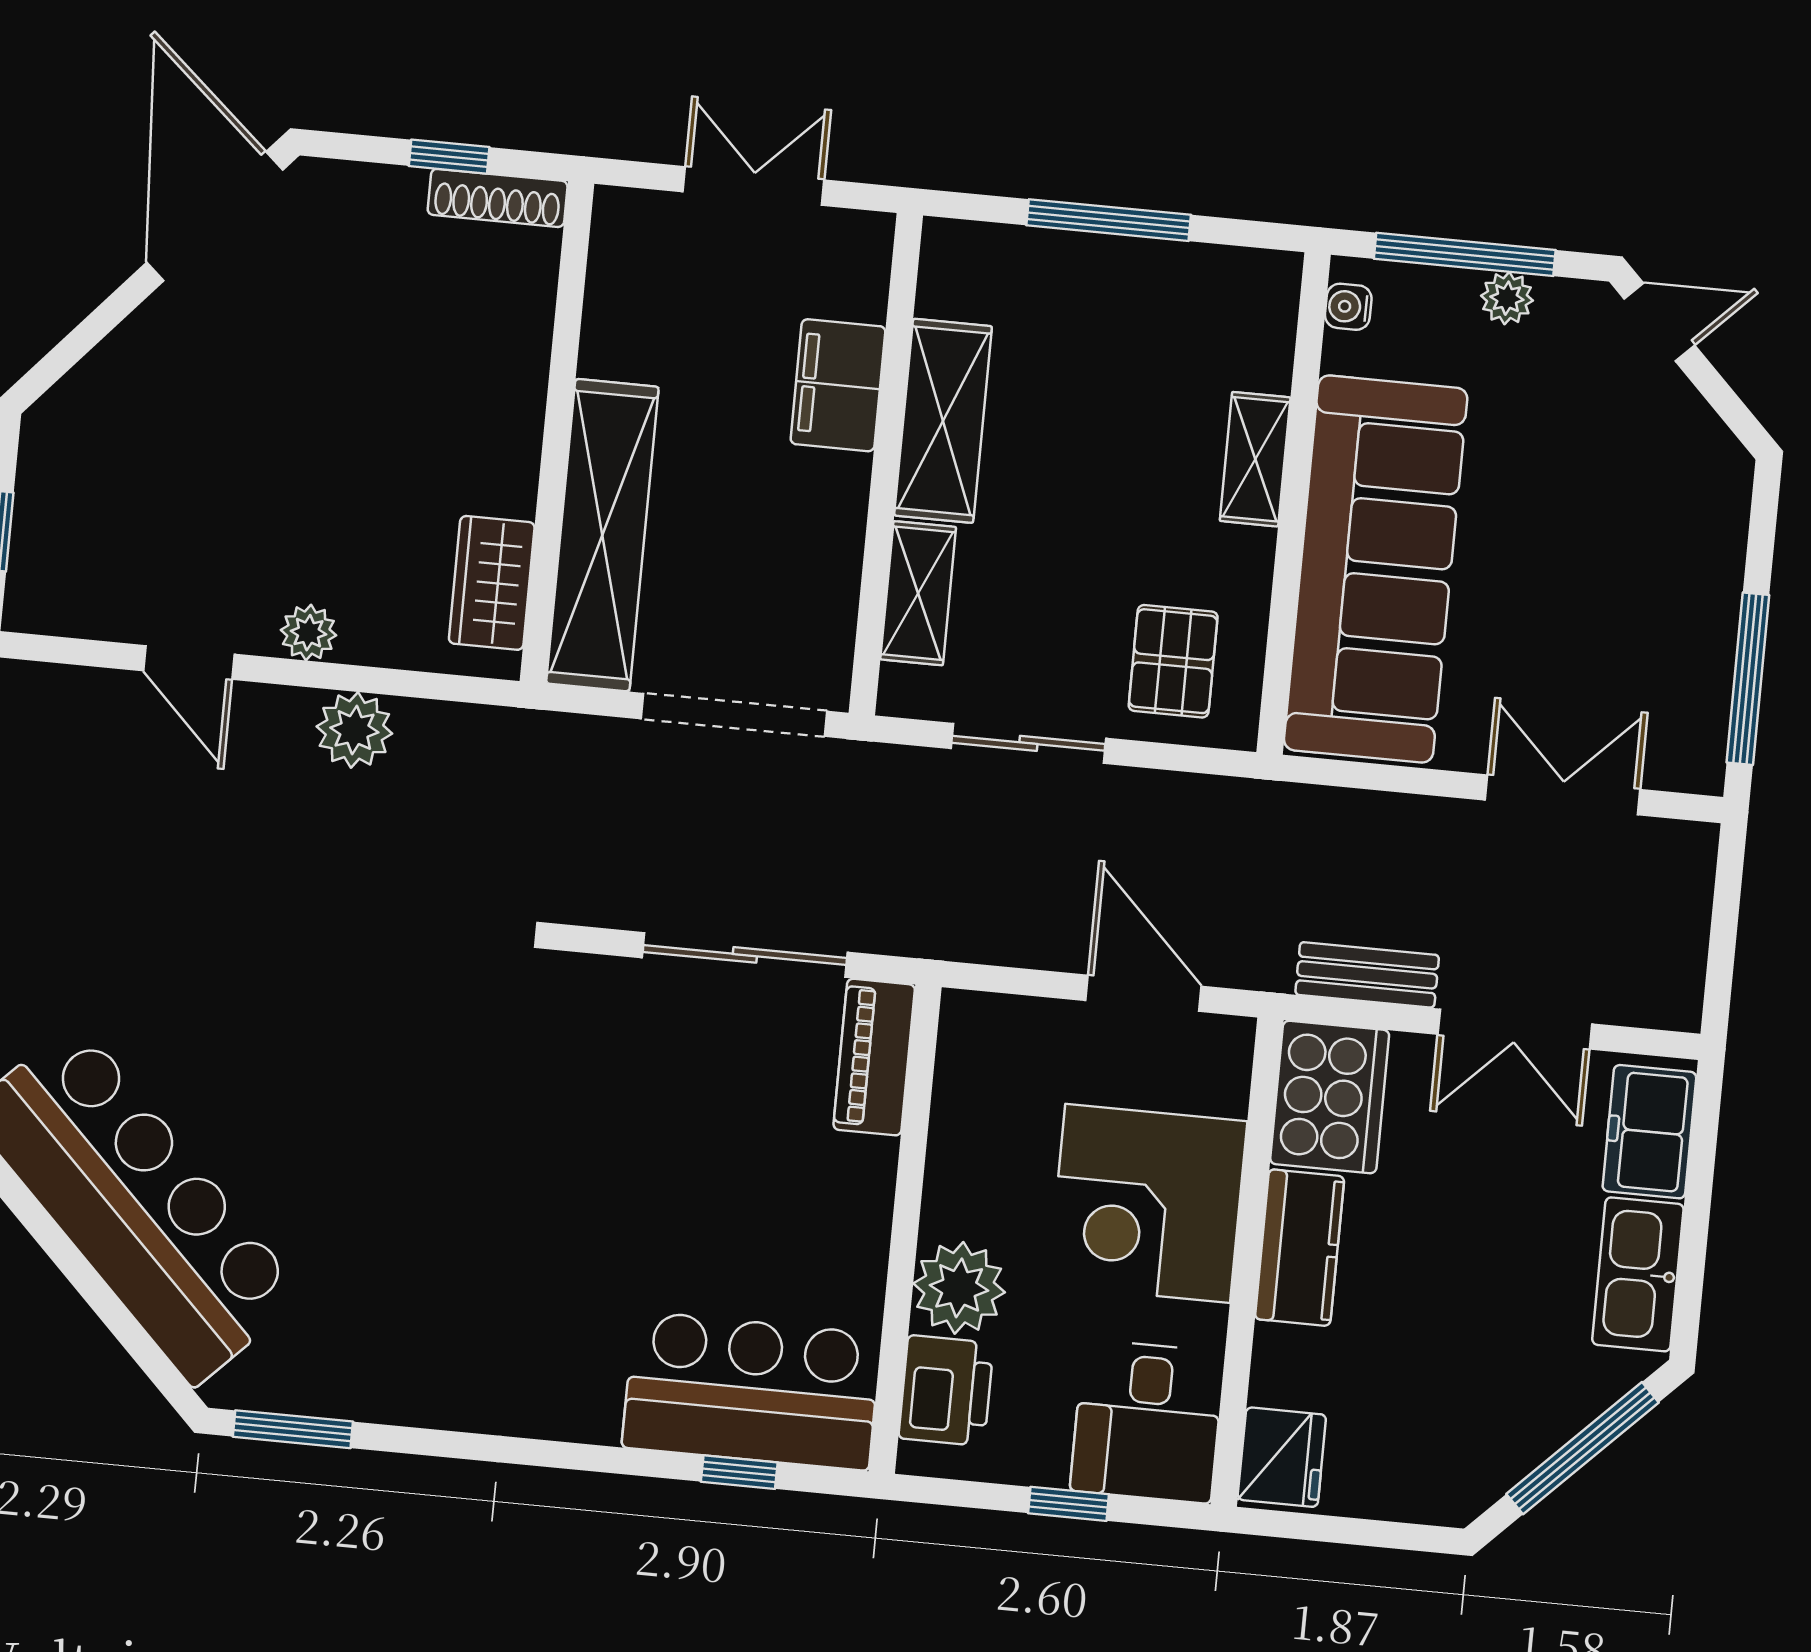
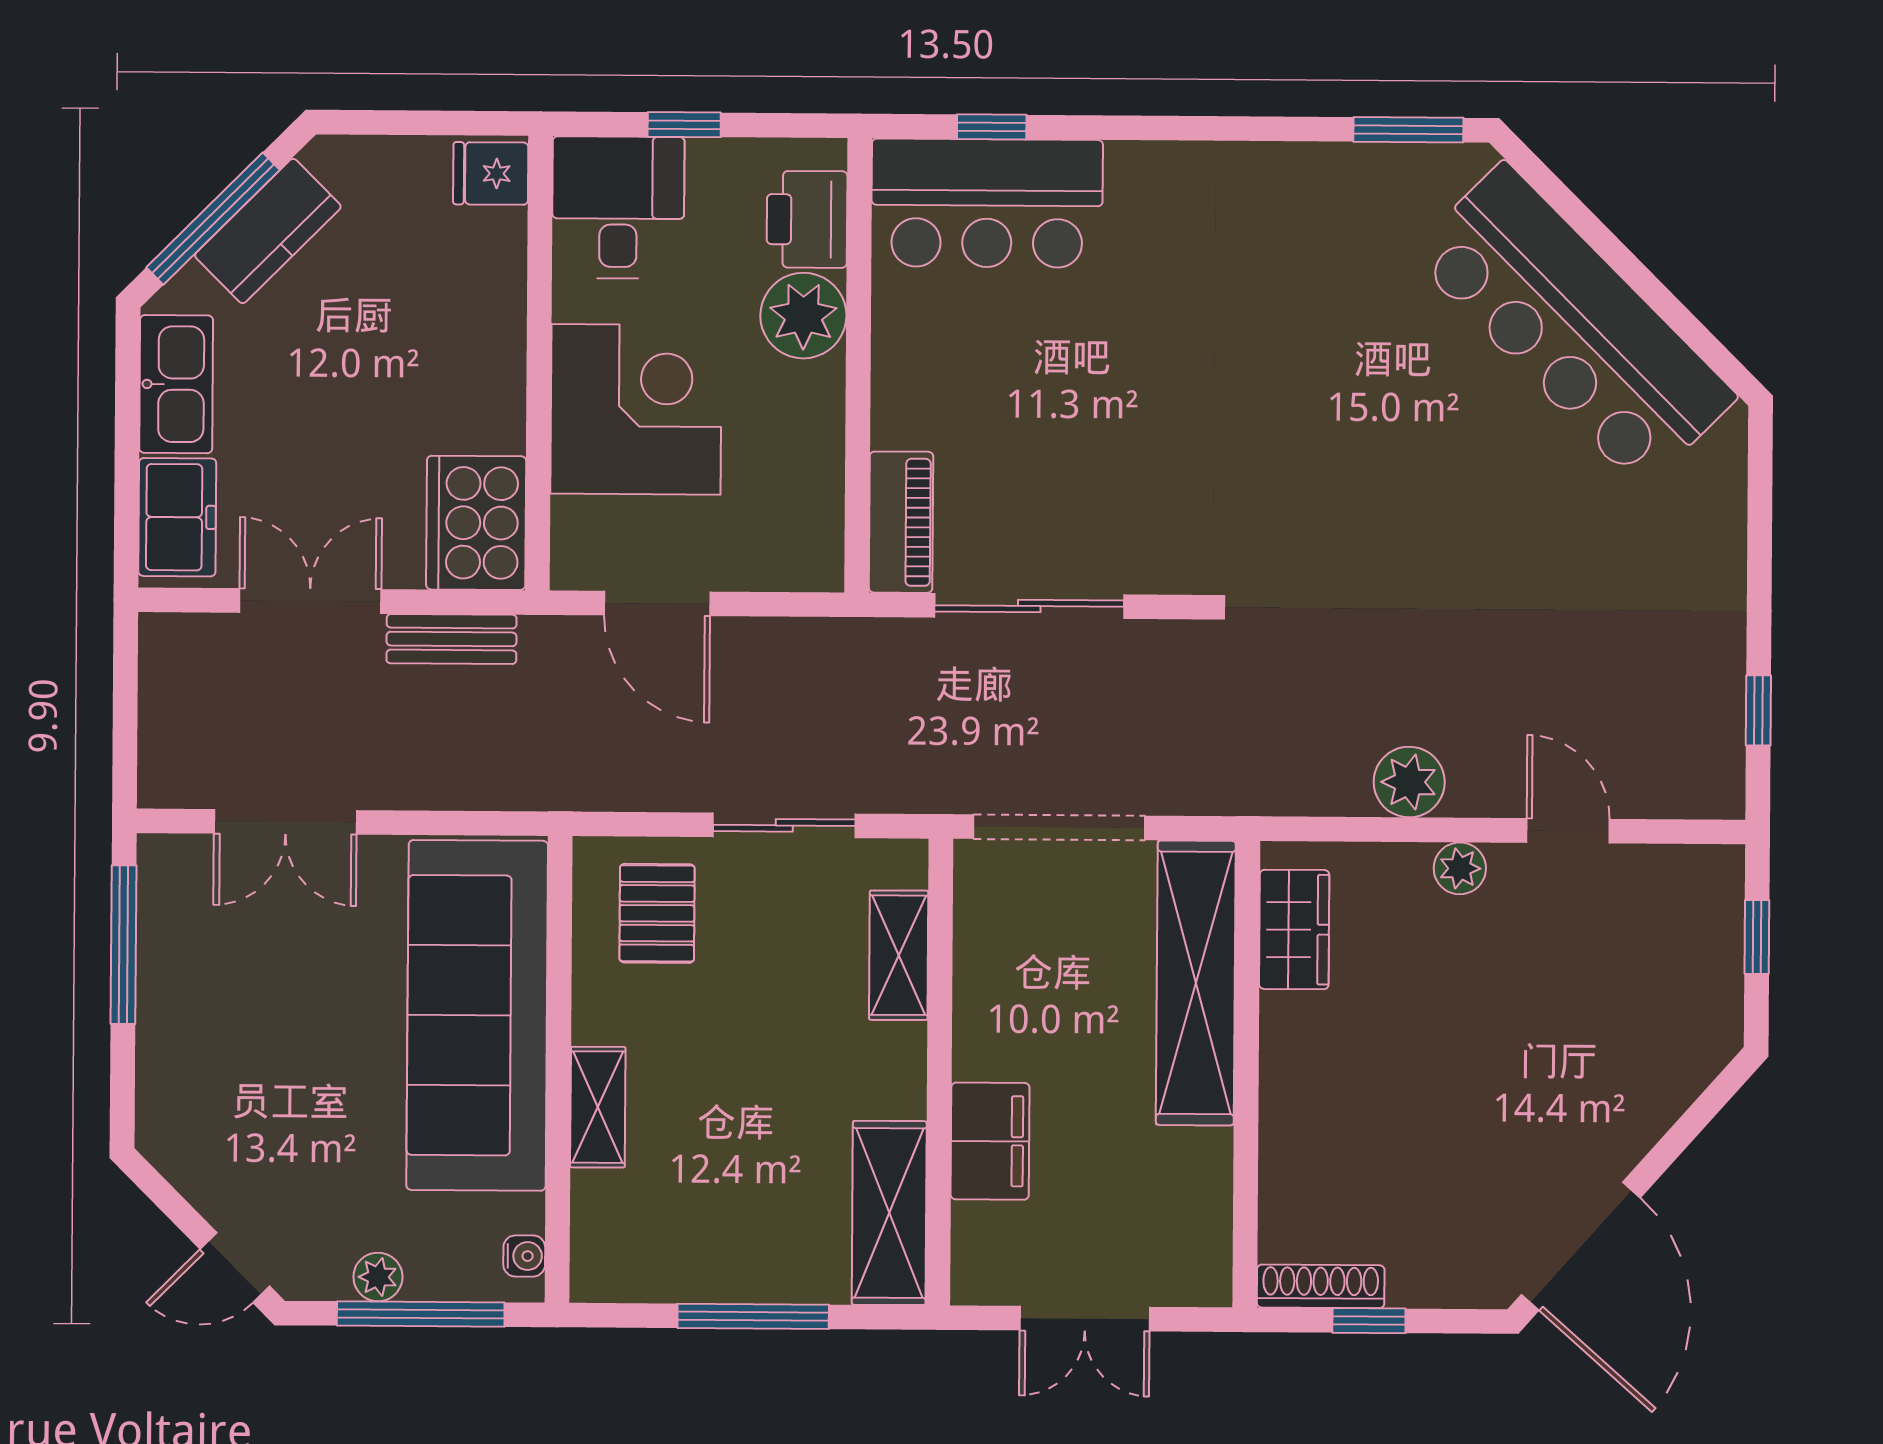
shelving: (943, 421) -> (889, 1213), moved
kitchen counter: (1300, 1248) -> (268, 231), moved, turned -135
fridge: (1282, 1457) -> (491, 173), width x0.72

